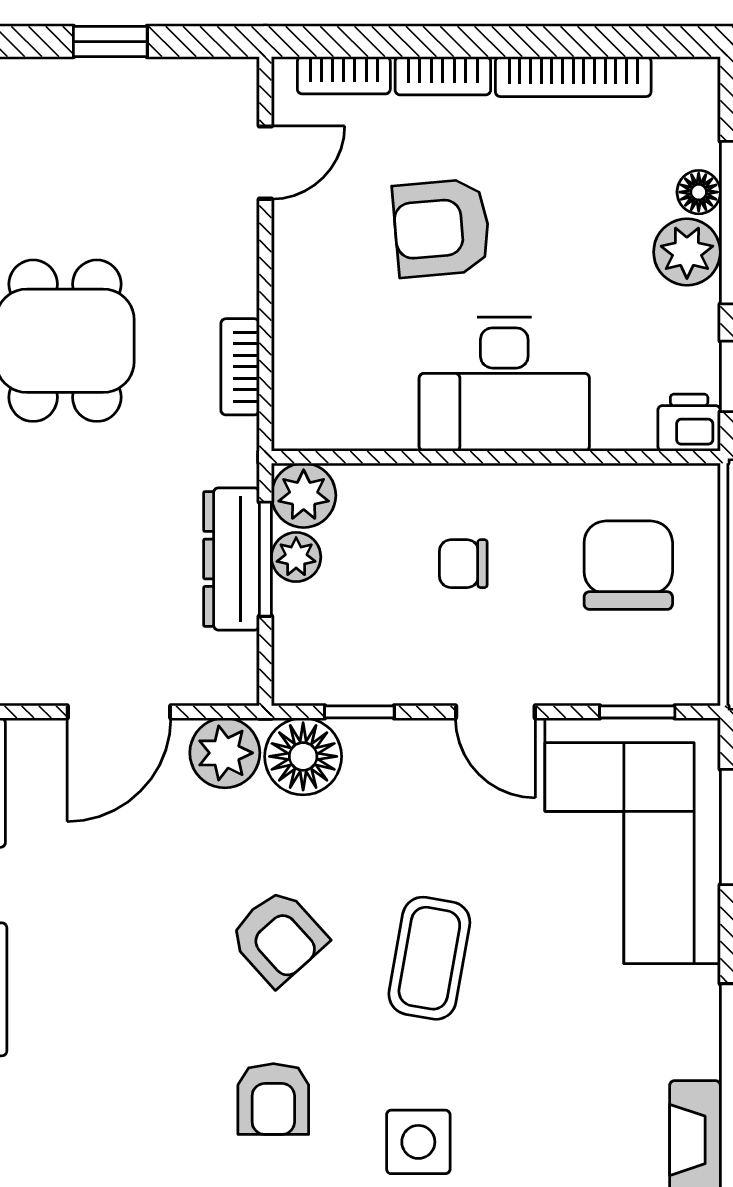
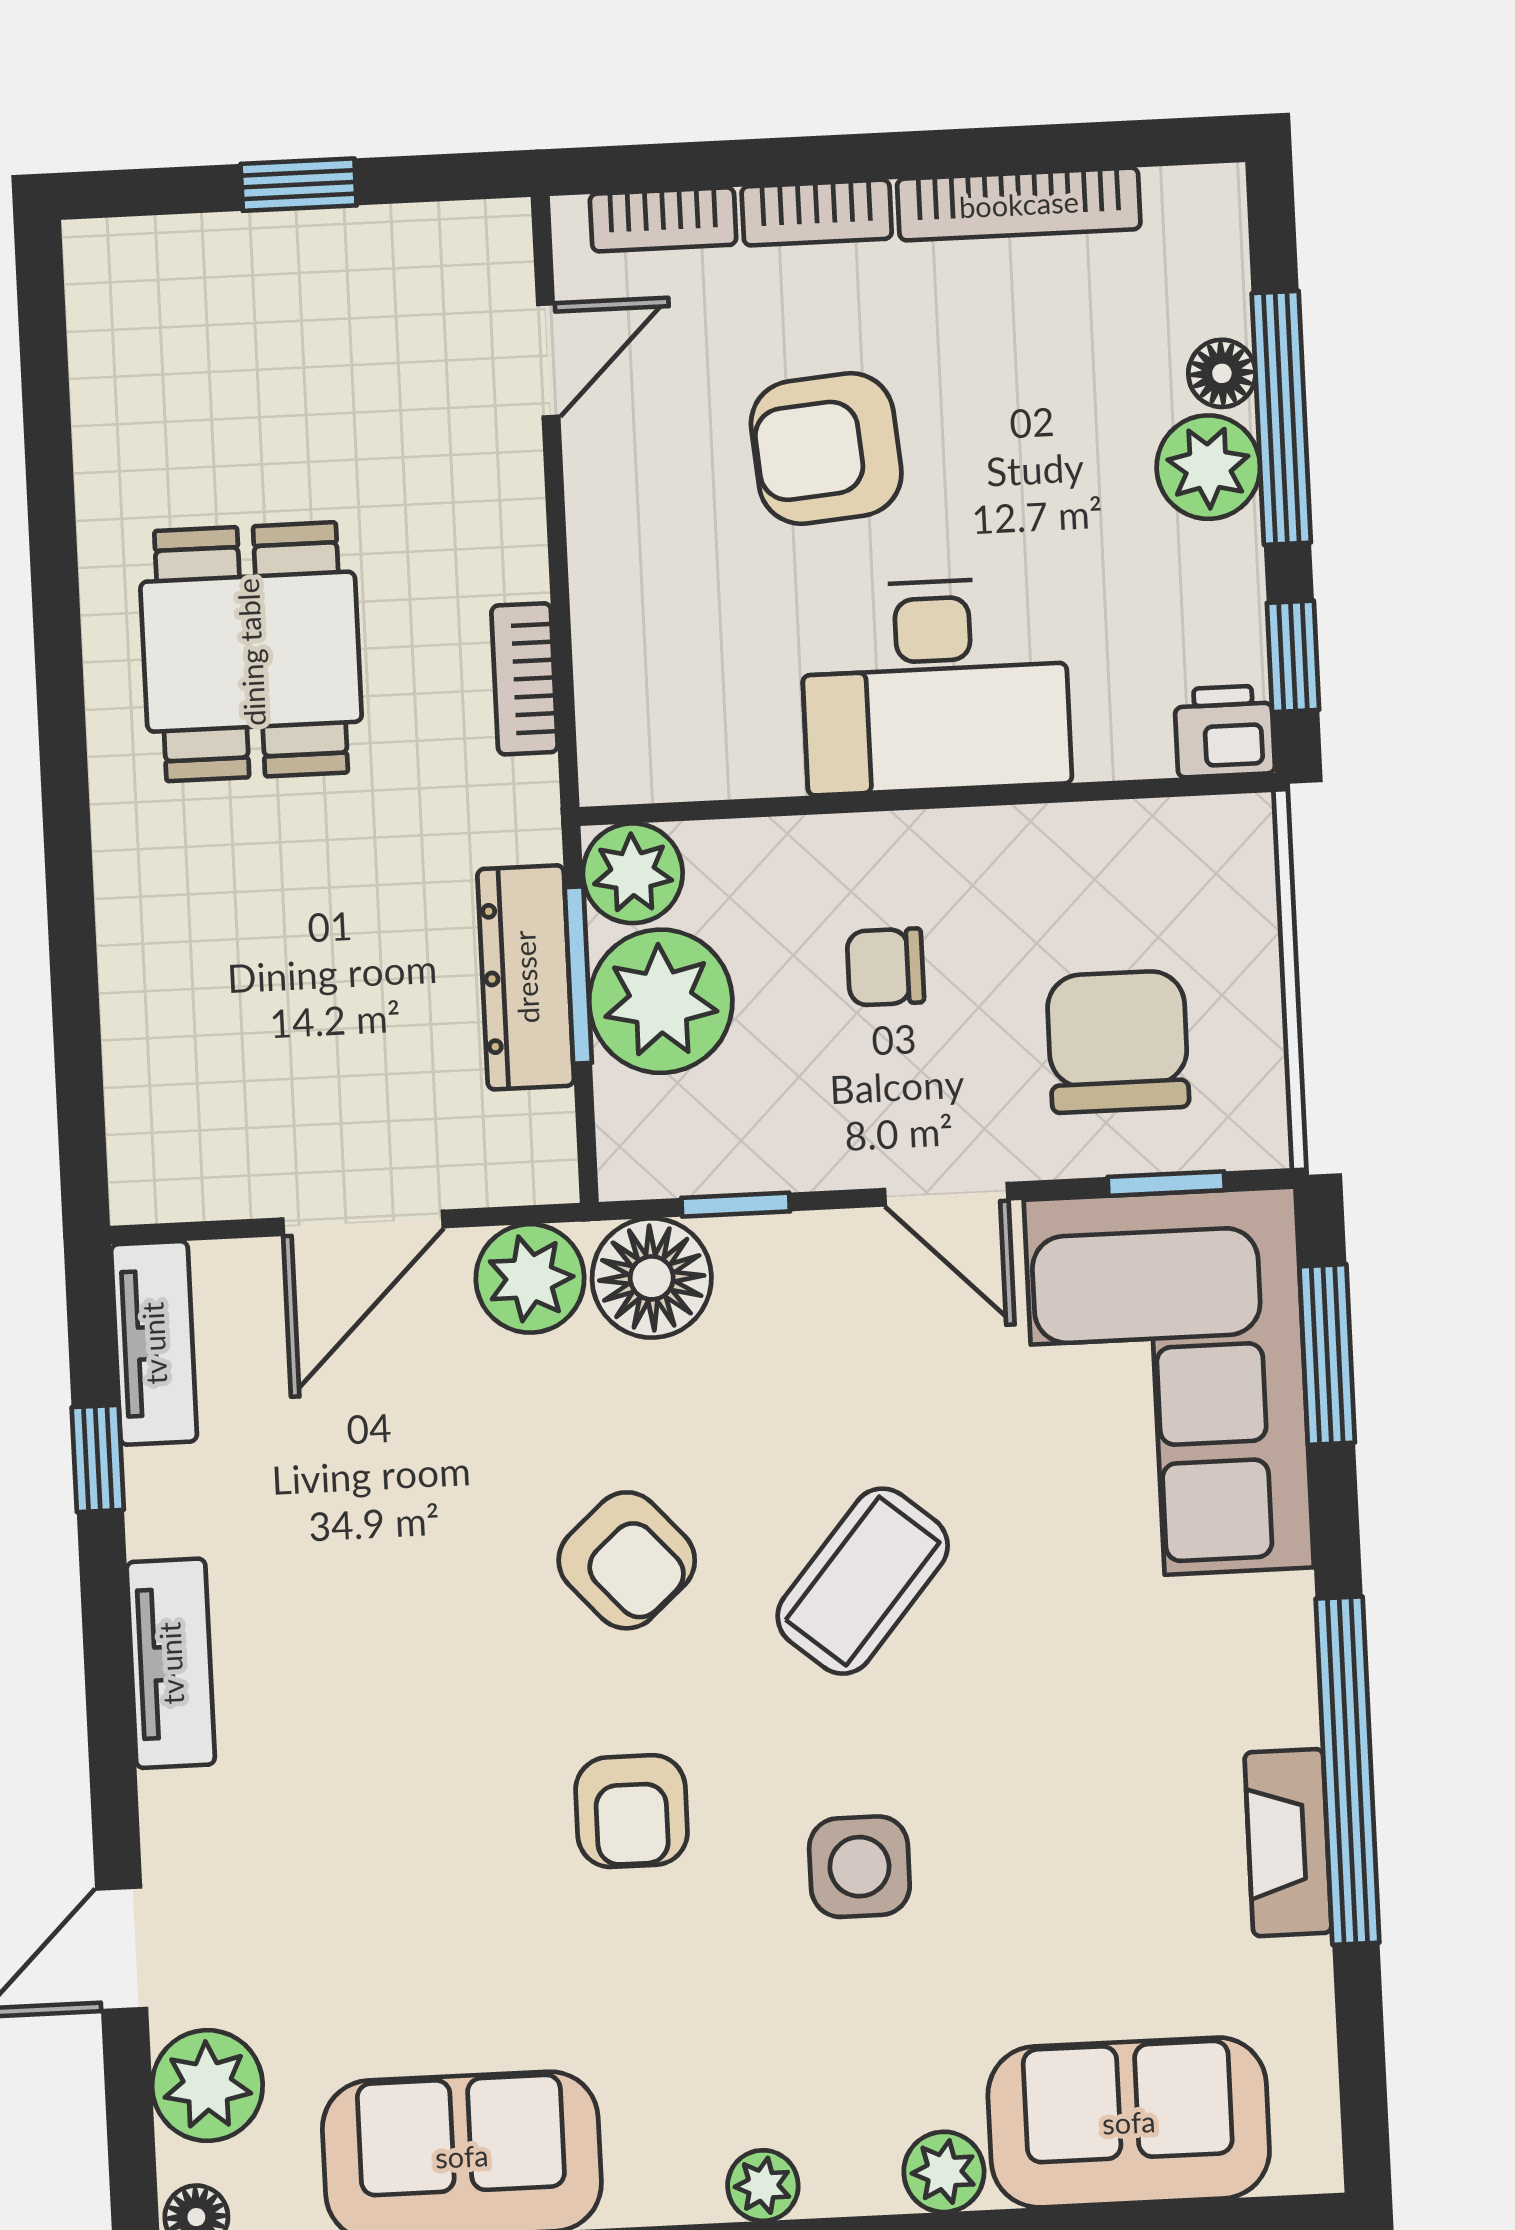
plant: (296, 557) -> (661, 1001), width x1.87, depth x1.87
chair: (628, 565) -> (1118, 1042), moved
coffee table: (429, 958) -> (863, 1581), turned 30

